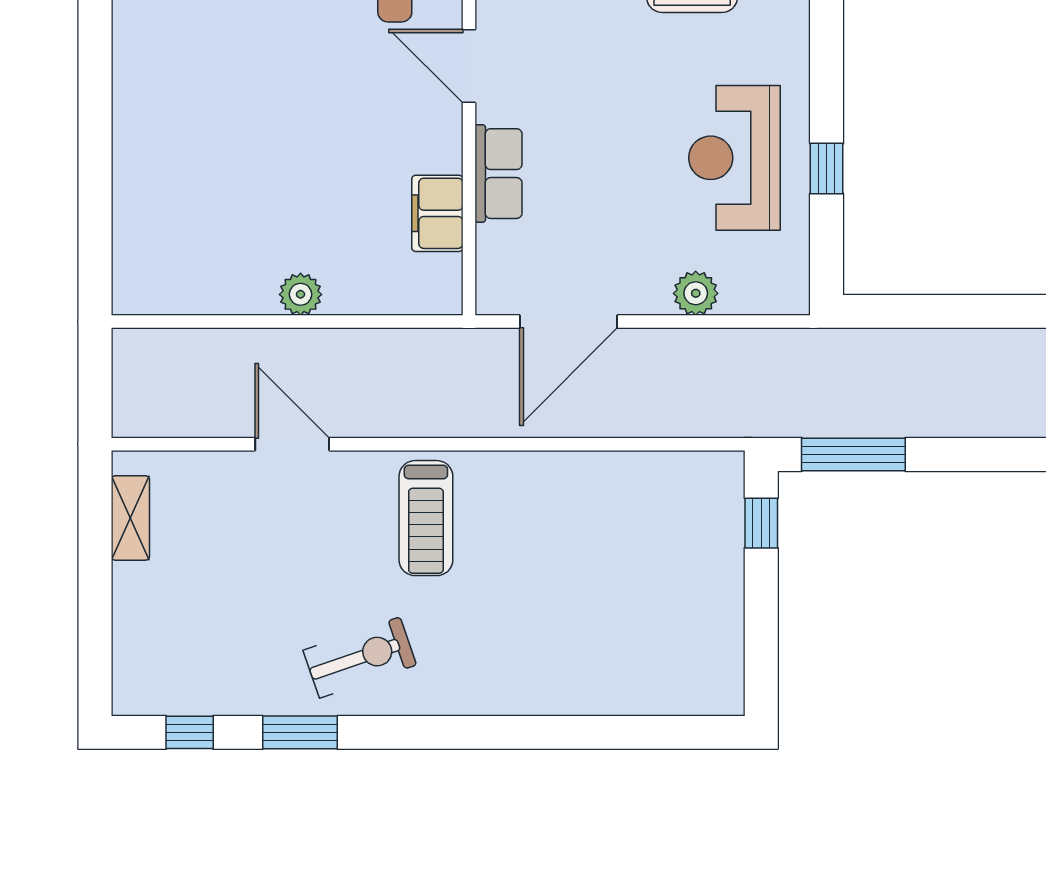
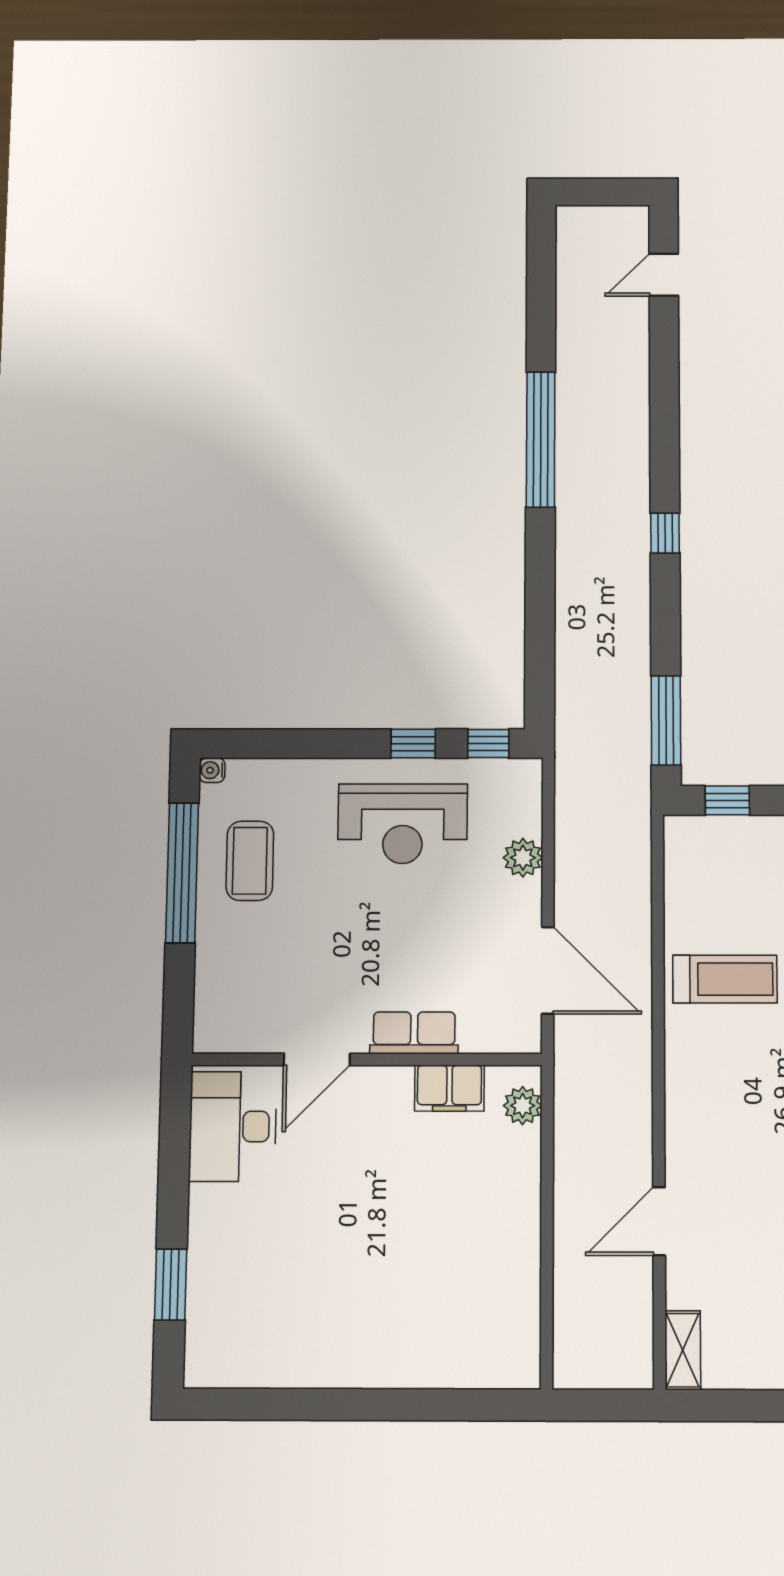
window: (827, 254) -> (488, 744), added
plant: (301, 294) -> (523, 1106), moved
shelving: (130, 518) -> (683, 1350), moved, turned 90
treadmill: (426, 518) -> (725, 979), moved

